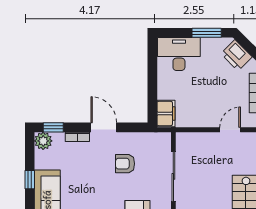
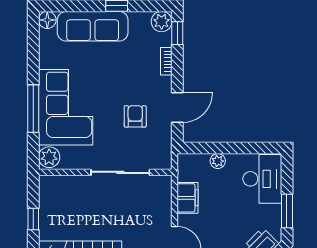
plant: (164, 92) -> (218, 161), added
filing cabinet: (166, 113) -> (187, 198), moved, turned -90
door: (104, 127) -> (177, 107), moved

